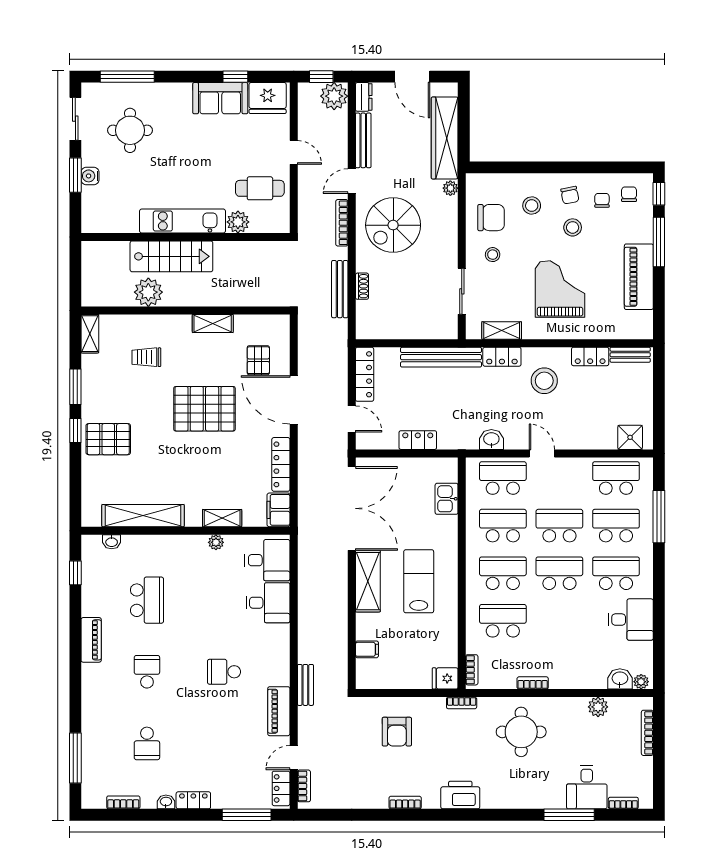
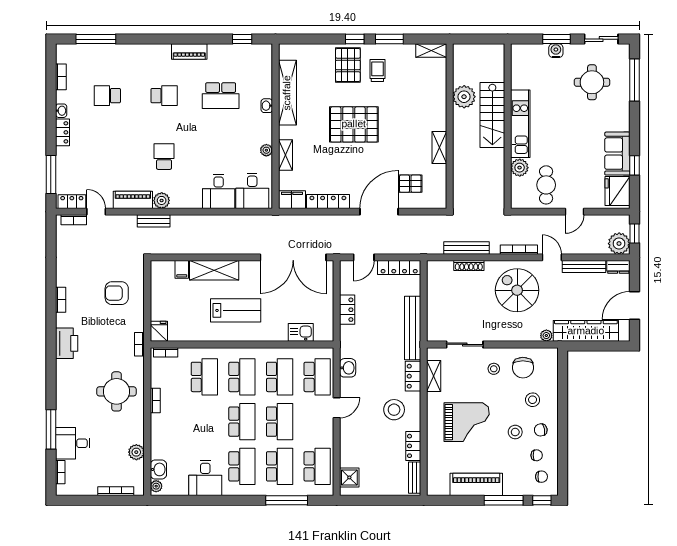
shoe rack: (362, 286) -> (469, 266), width x1.43
trolley: (146, 357) -> (377, 71), moved
pallet: (204, 409) -> (354, 124), moved, turned 90
washbasin: (112, 542) -> (267, 106), moved
shelving: (368, 581) -> (214, 270), moved
plant: (280, 675) -> (162, 200), added

